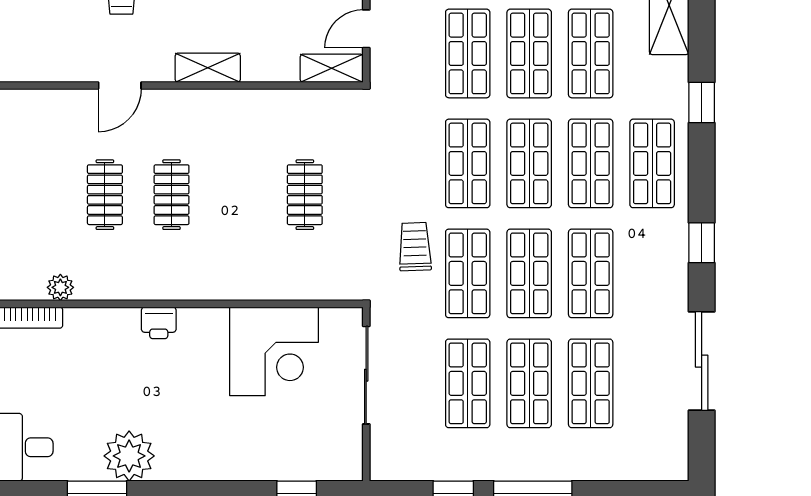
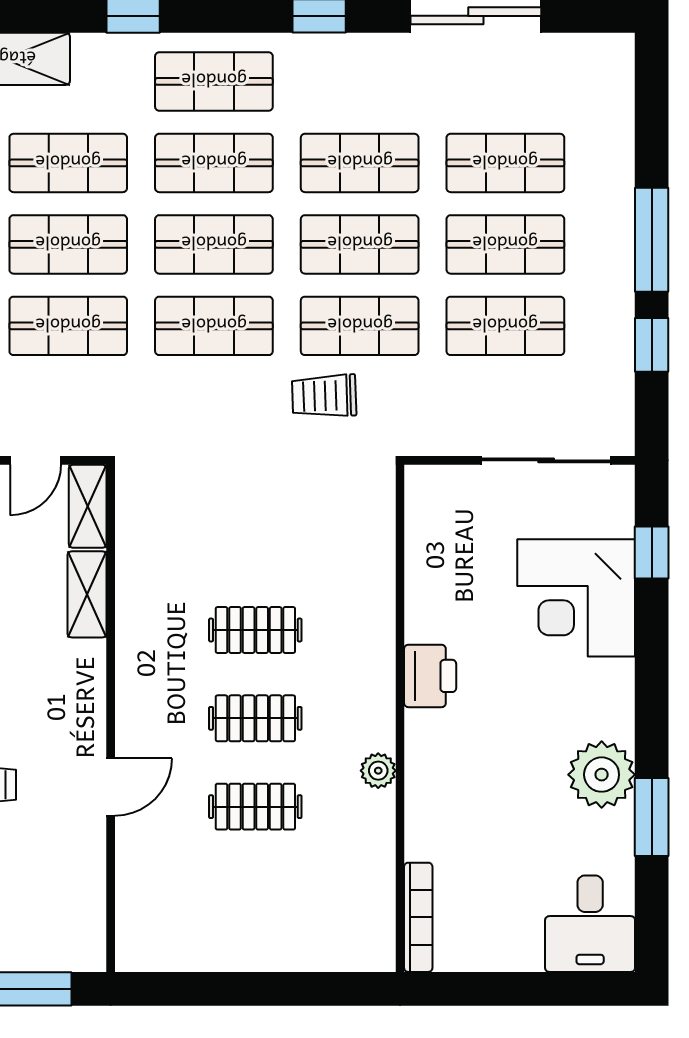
door: (366, 29) -> (36, 460), hinge flipped
shelving: (208, 68) -> (87, 594), moved
door: (120, 86) -> (111, 787), hinge flipped
clothes rail: (305, 195) -> (255, 630), moved
plant: (60, 287) -> (378, 771), moved
printer: (159, 323) -> (430, 676), moved, width x1.36, depth x1.24
corner desk: (274, 351) -> (576, 598), moved, turned 180
sliding door: (366, 375) -> (546, 460), moved

